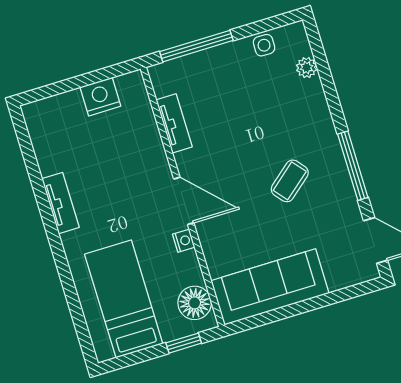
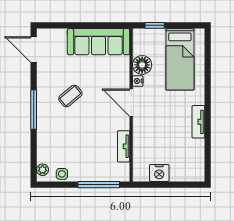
plant: (307, 68) -> (43, 170), moved
window: (353, 166) -> (34, 110), moved
floor lamp: (195, 303) -> (142, 65), moved

